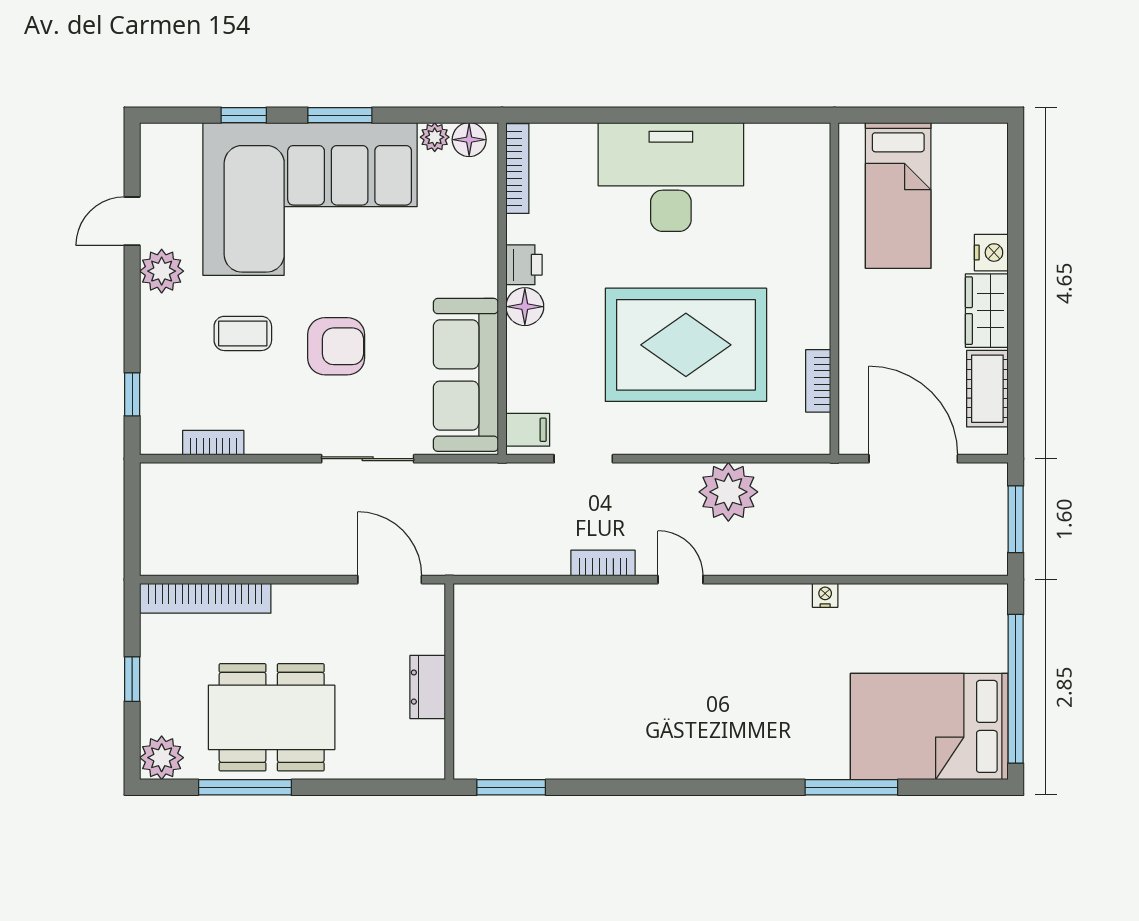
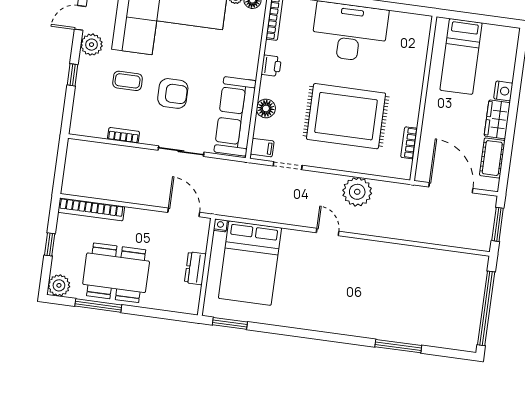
floor lamp: (525, 307) -> (266, 108), moved
window: (132, 394) -> (73, 75), moved
bookcase: (213, 443) -> (124, 135), moved
bookcase: (603, 563) -> (290, 219), removed
nightstand: (825, 595) -> (220, 225), moved
bed: (929, 726) -> (250, 263), moved, turned -90

